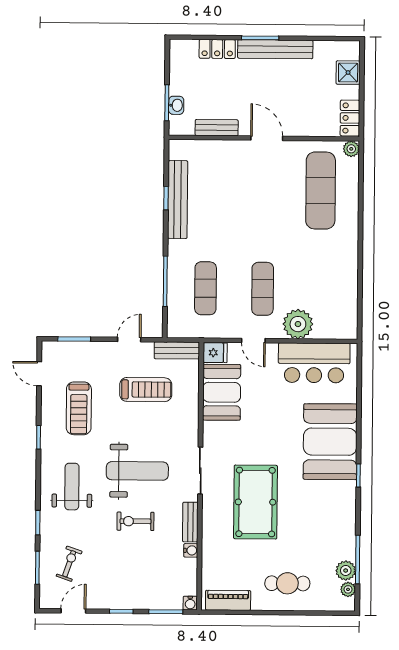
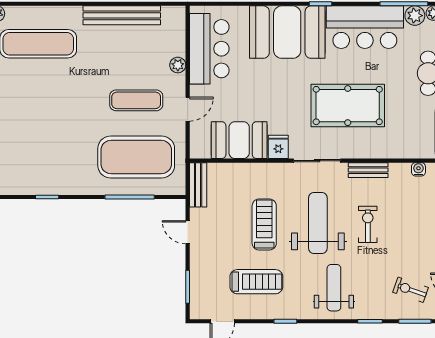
bench: (178, 200) -> (122, 15), moved
exercise mat: (205, 288) -> (136, 157), width x2.00, depth x1.45
plant: (298, 324) -> (178, 65), width x0.53, depth x0.53
fridge: (215, 353) -> (278, 147), moved
treadmill: (146, 390) -> (264, 225), moved
weight bench: (72, 487) -> (334, 288), turned 90
bar counter: (334, 520) -> (365, 27), added
exercise bike: (135, 521) -> (368, 224), turned 180
water cooler: (191, 550) -> (418, 169), moved

